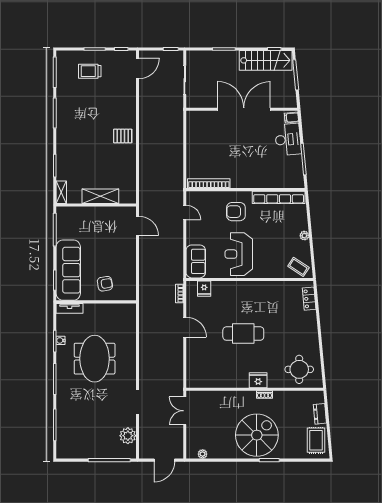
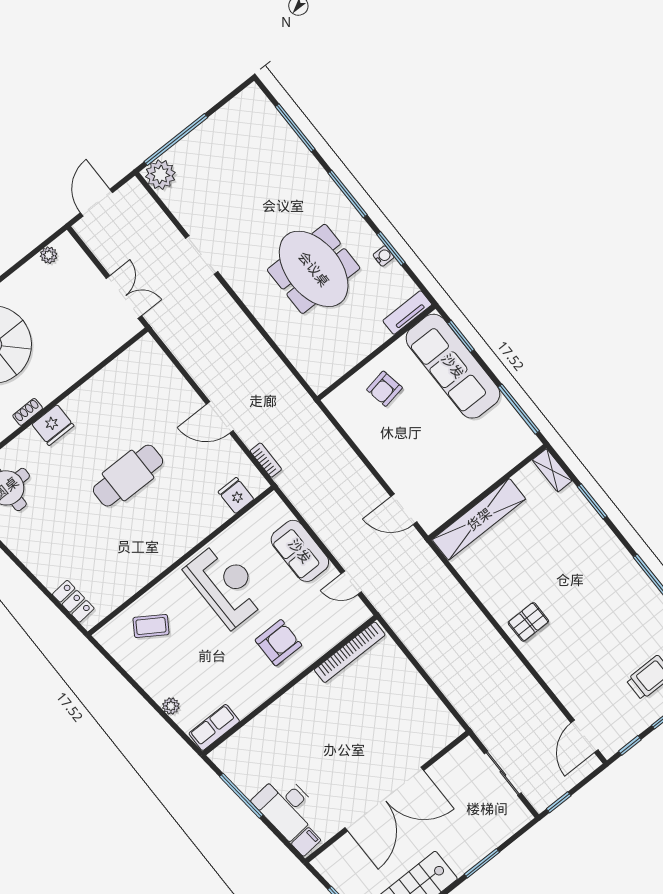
shelving: (100, 196) -> (479, 519), width x1.47
row of seats: (279, 197) -> (214, 727), width x0.50
plant: (304, 236) -> (171, 706), moved
sofa: (196, 261) -> (300, 551), moved
coffee table: (298, 267) -> (151, 626), moved
plant: (128, 436) -> (160, 175), moved

